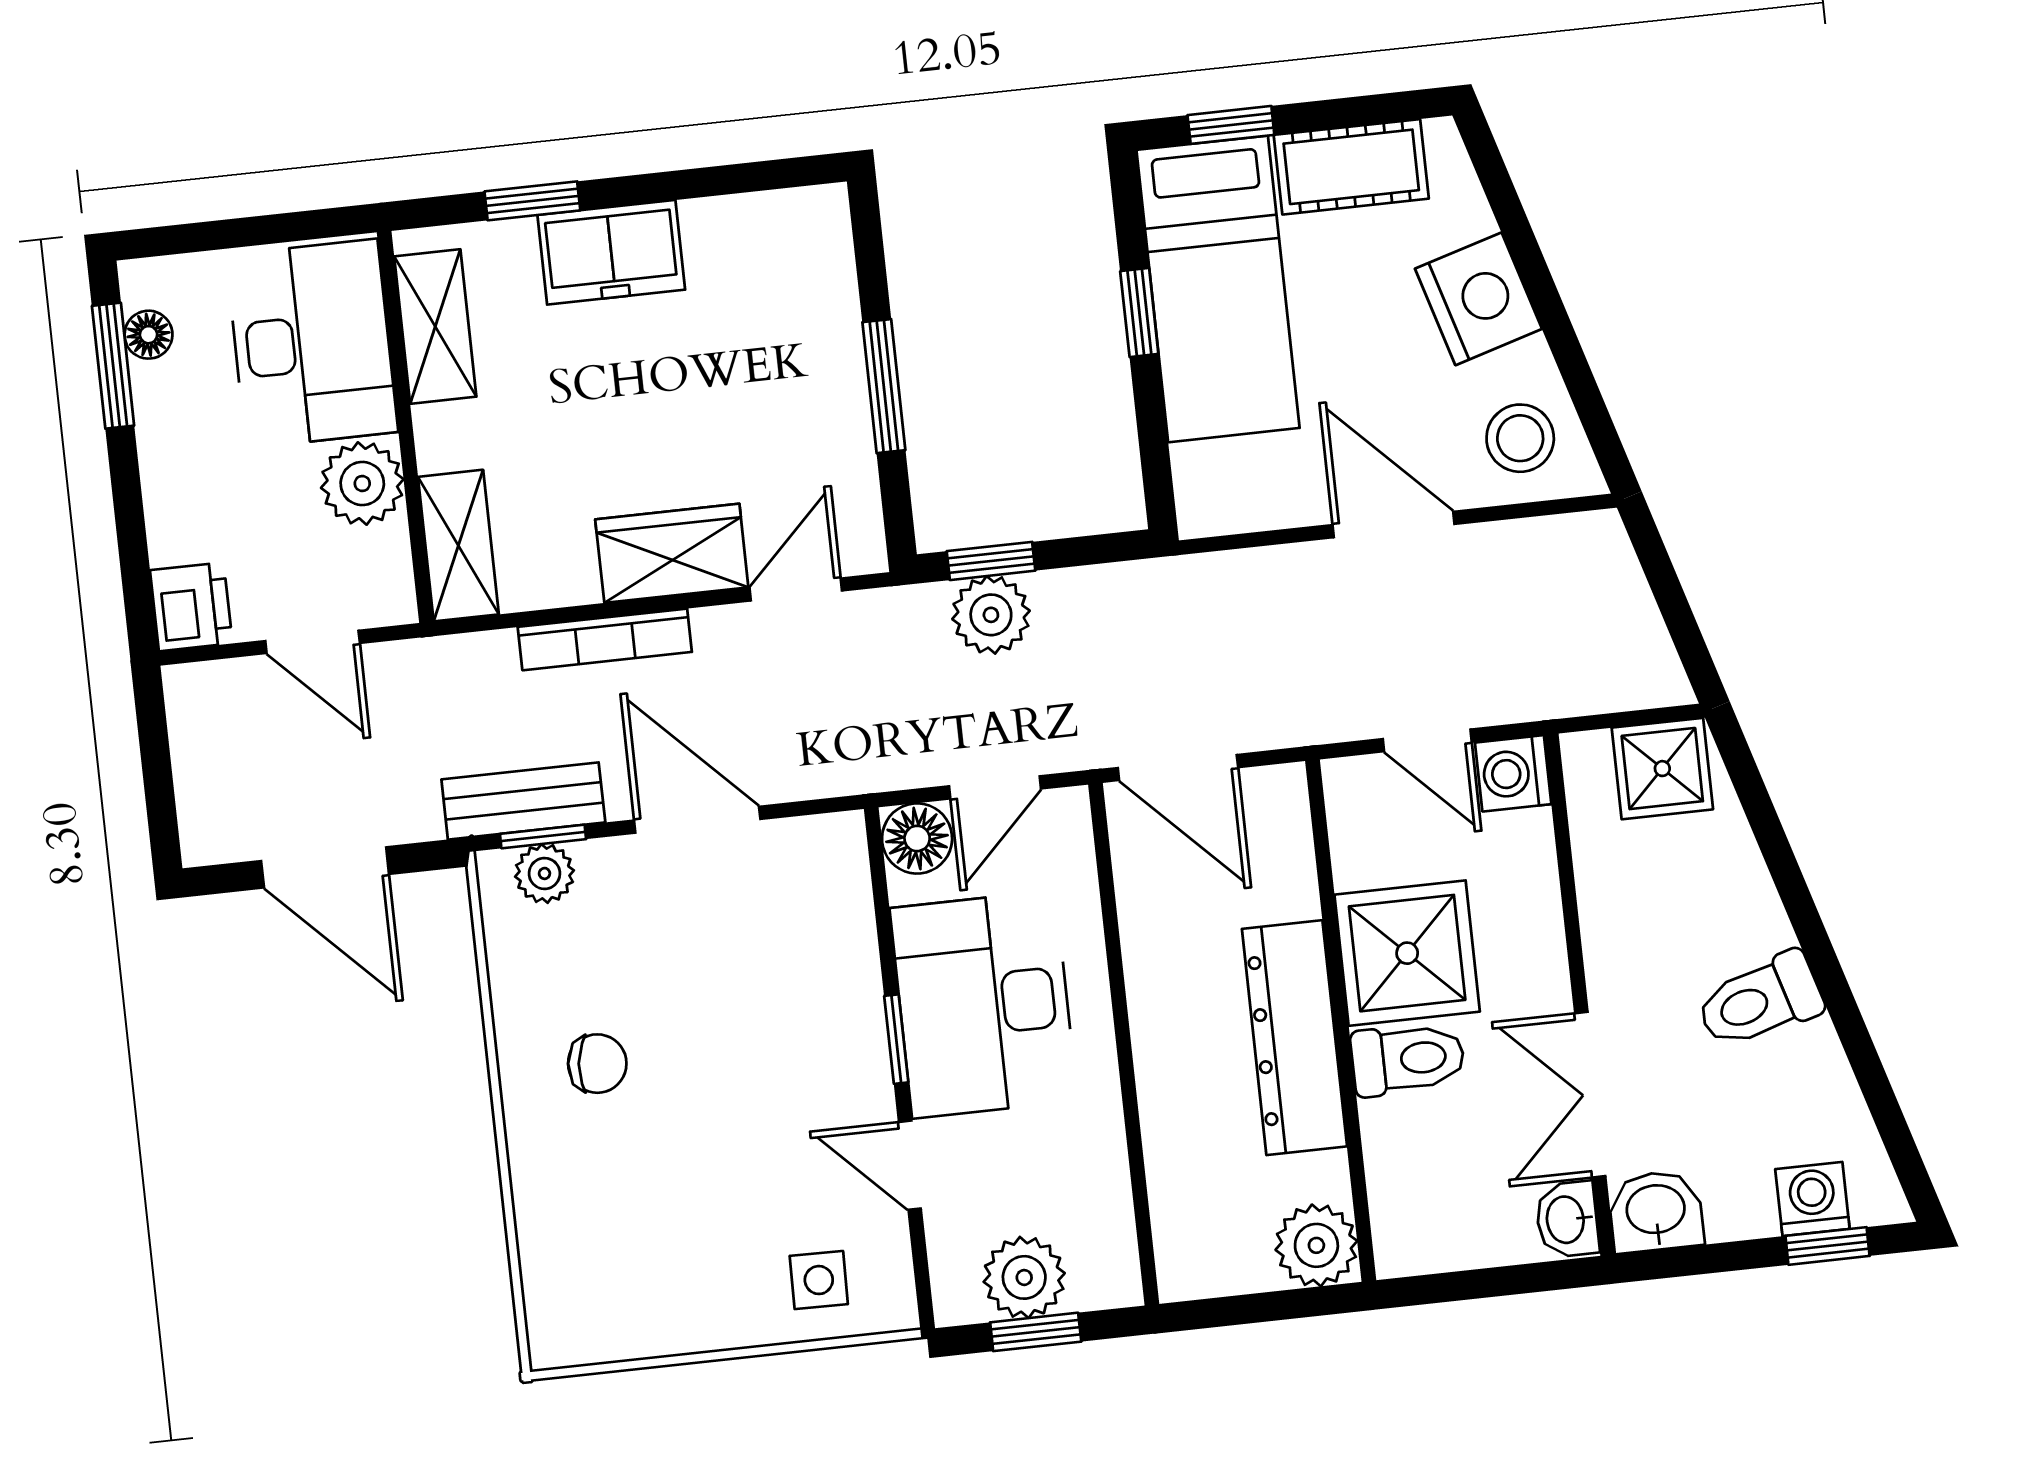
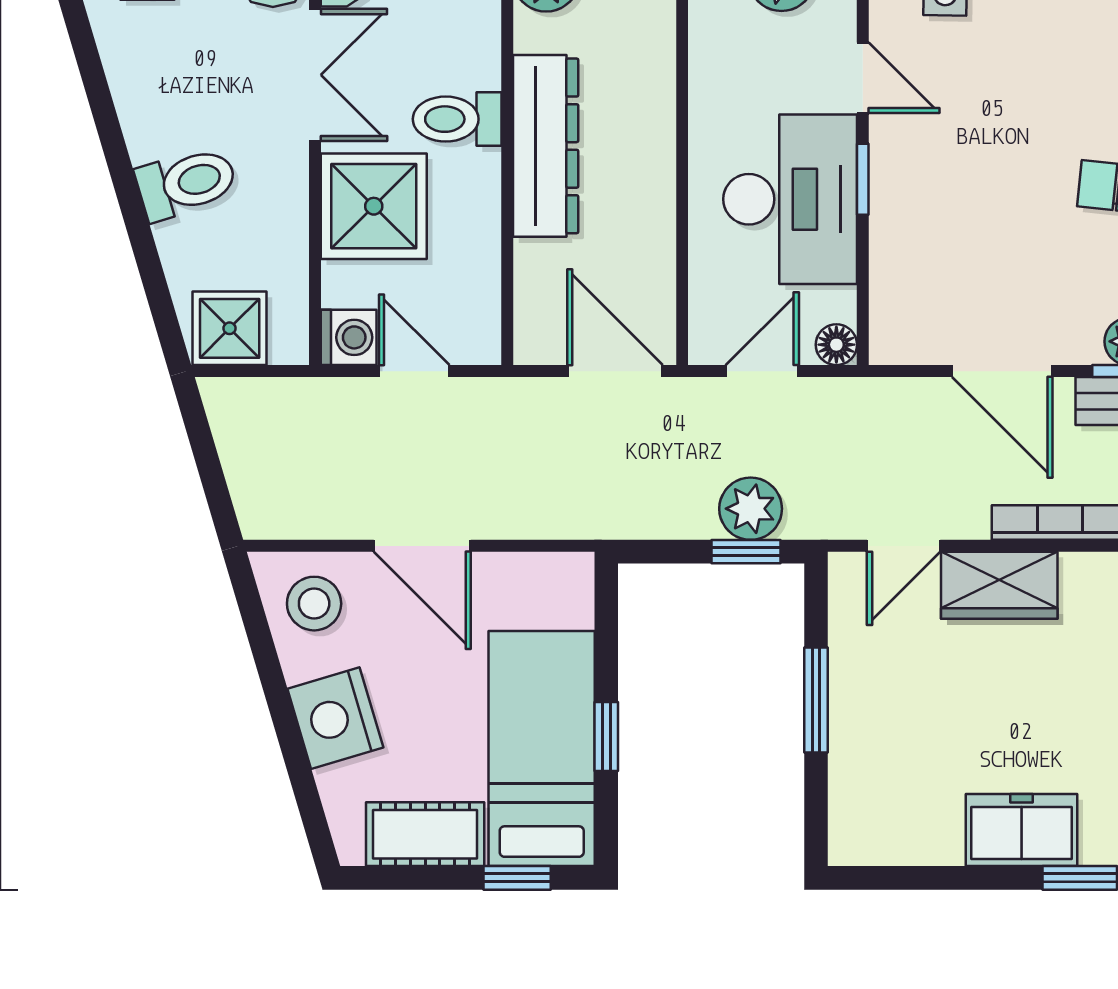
floor lamp: (917, 838) -> (836, 345), width x0.73, depth x0.73
shower: (1407, 953) -> (374, 206), moved
toilet: (1760, 1001) -> (187, 183), moved

